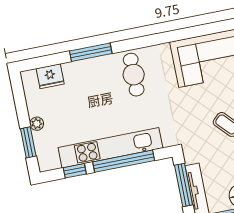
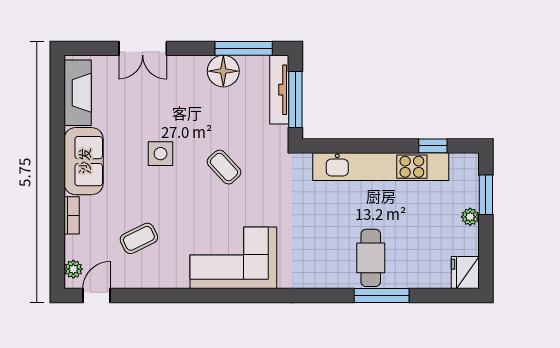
cafe table: (134, 75) -> (371, 258), moved
fridge: (50, 76) -> (465, 273), moved, turned -90
window: (124, 161) -> (367, 146), removed

